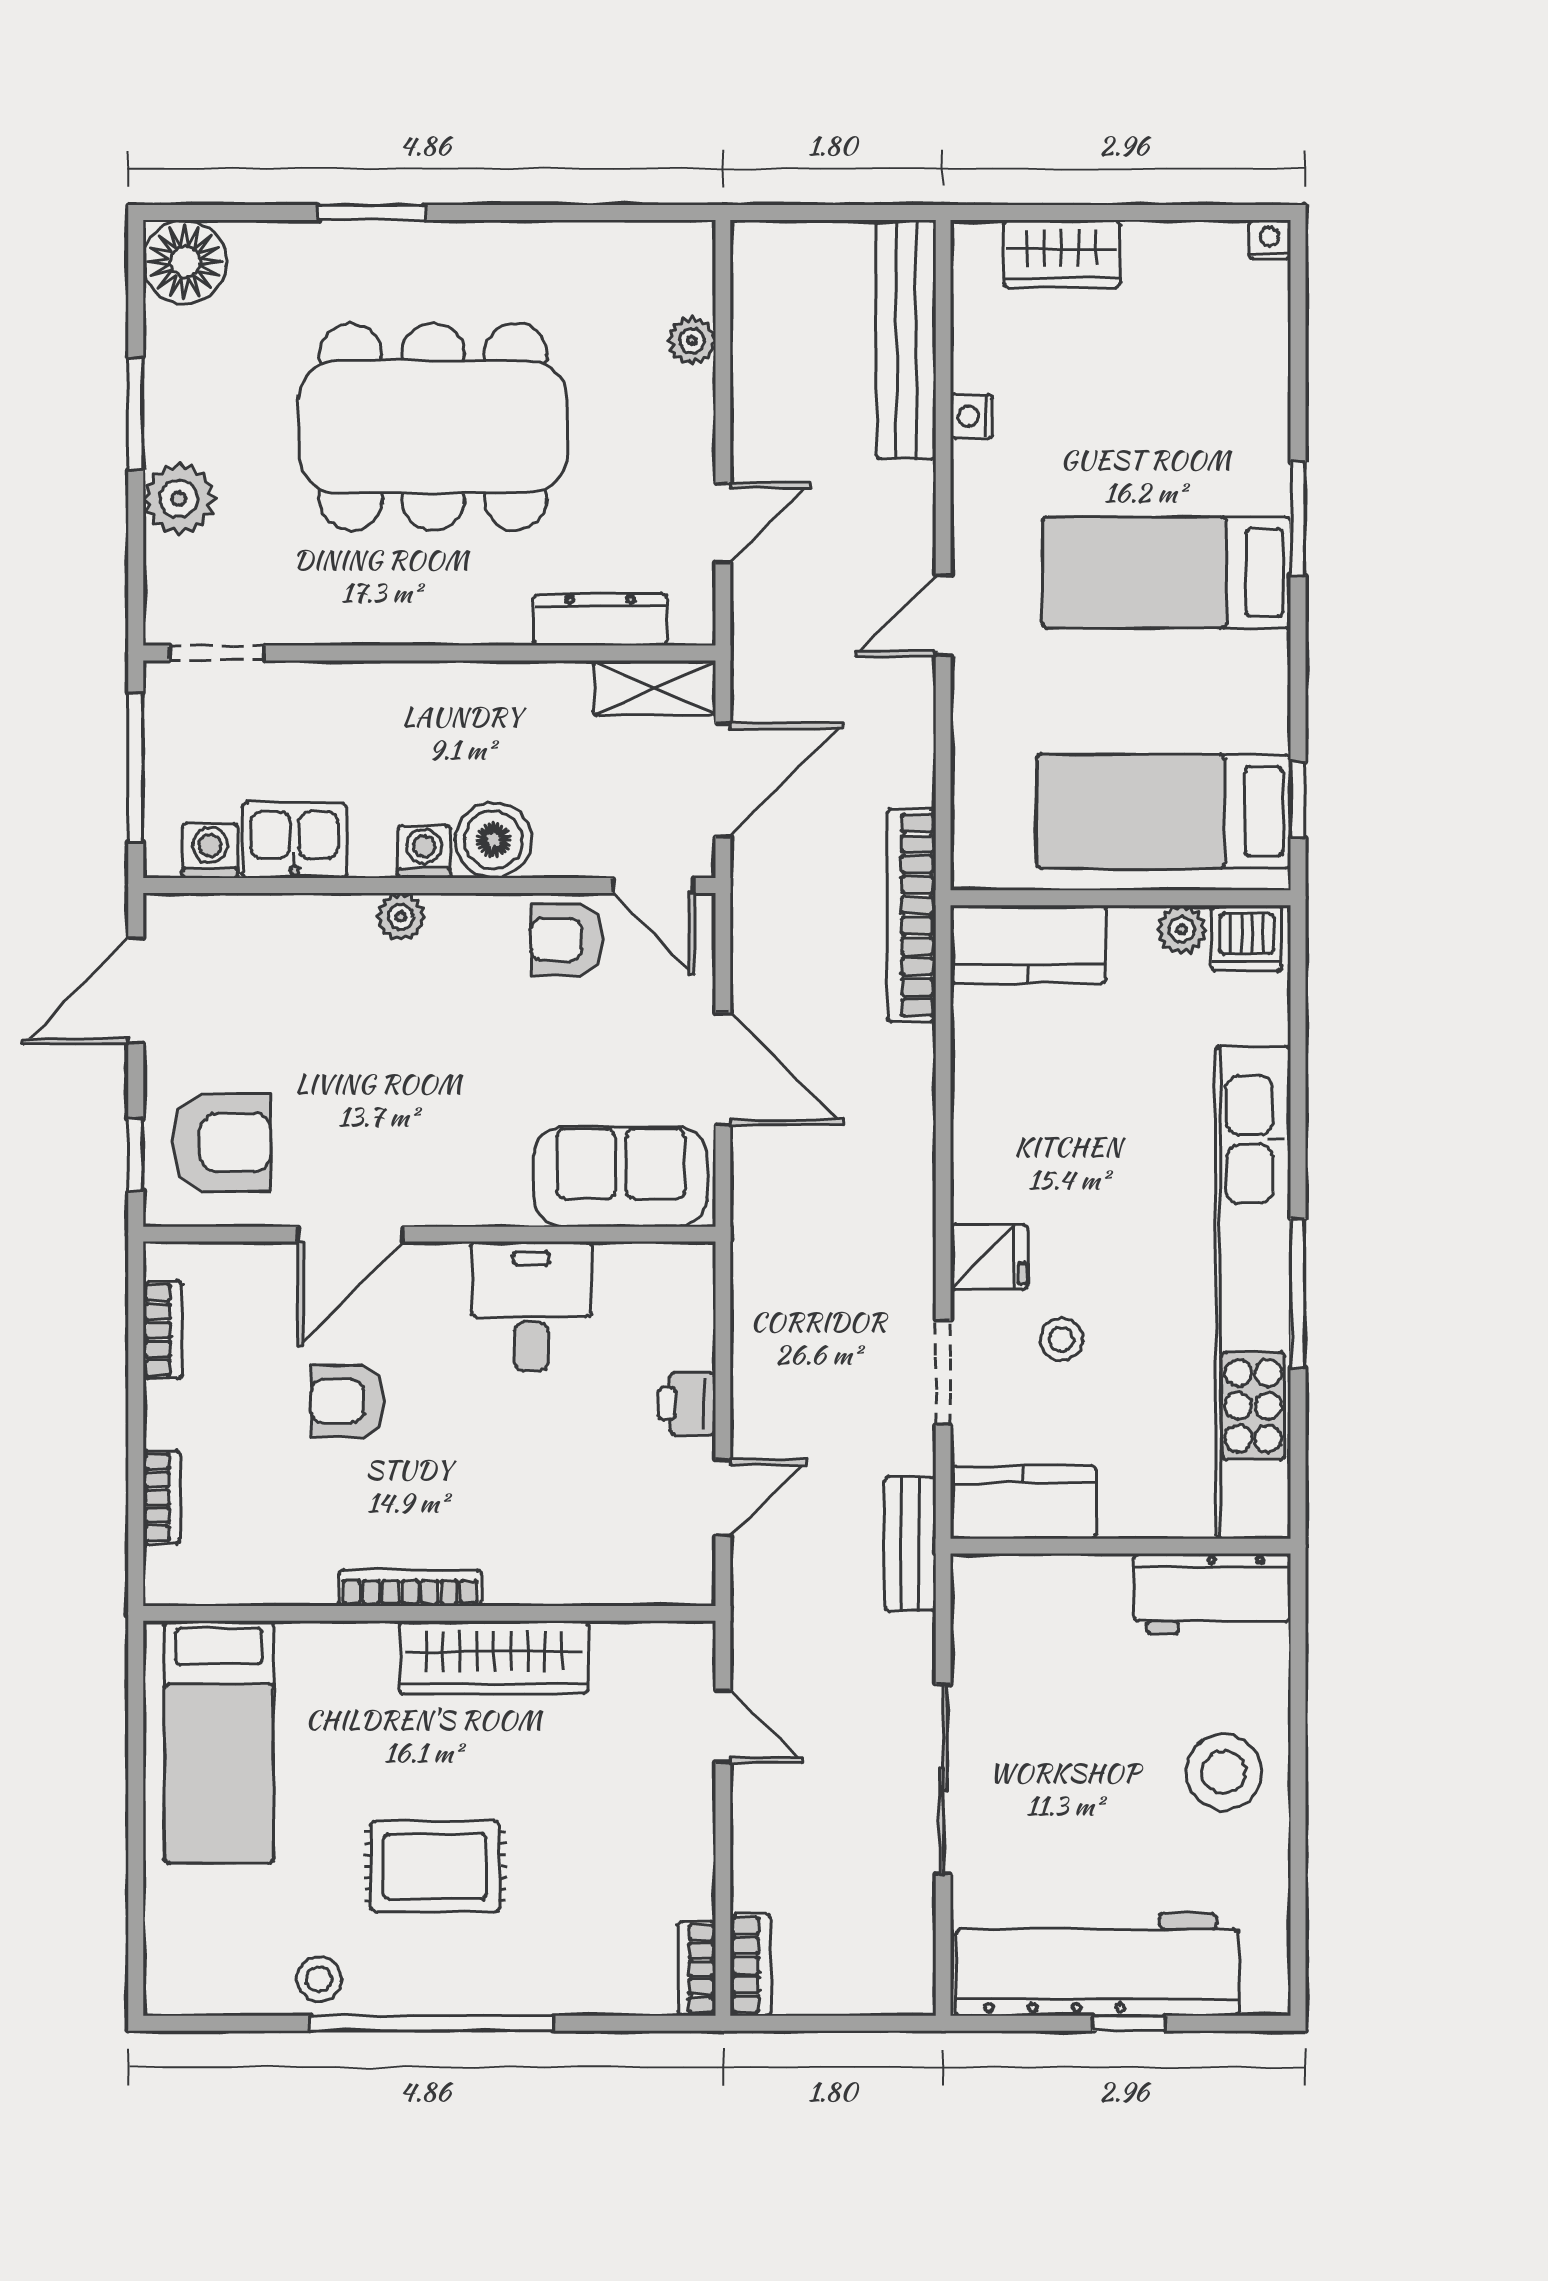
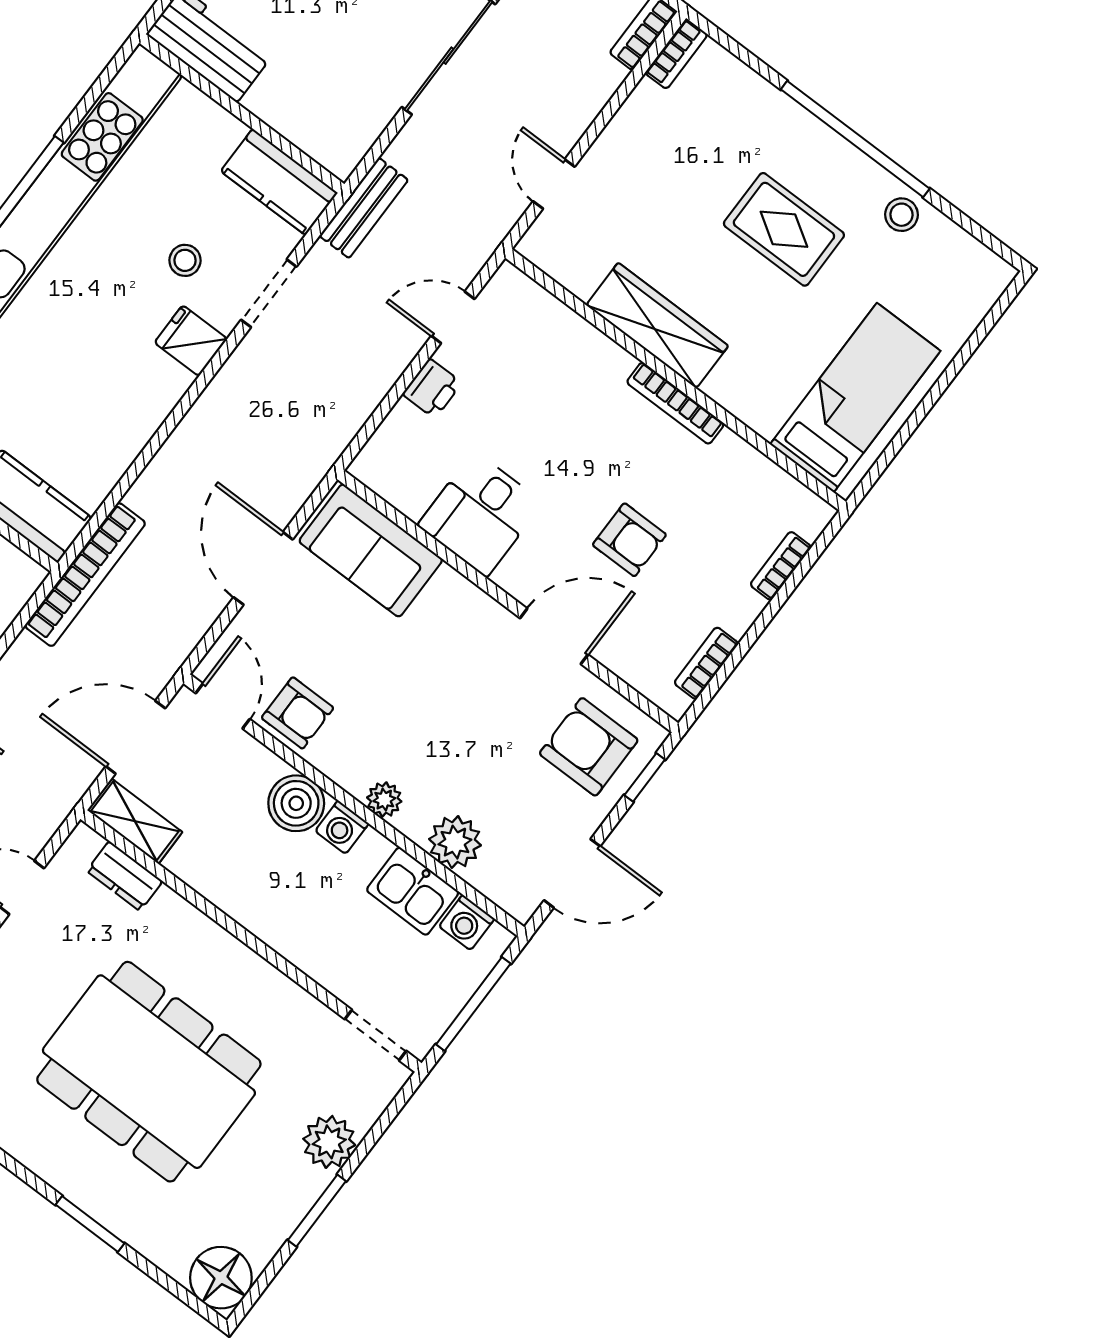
dresser: (600, 620) -> (125, 876), width x0.70
plant: (289, 929) -> (455, 842), added

